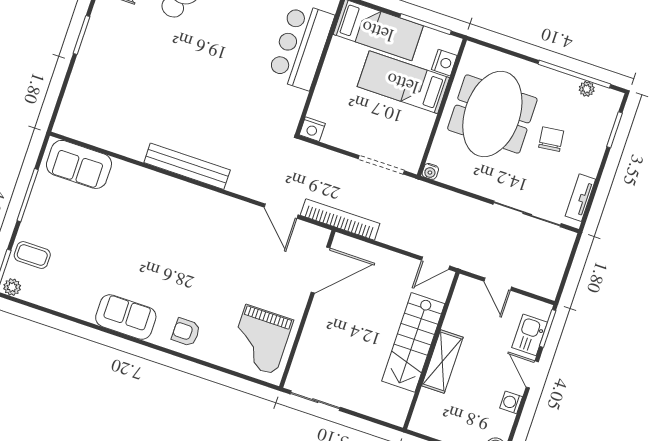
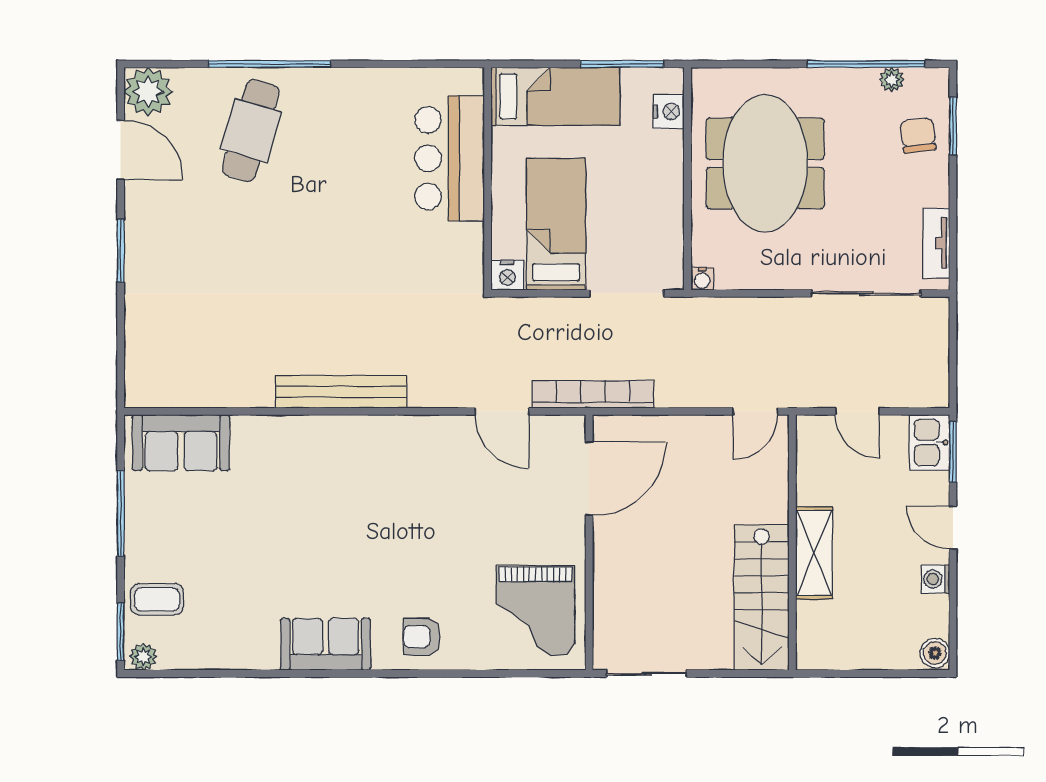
bed: (403, 82) -> (556, 224), moved, turned 90
chair: (551, 139) -> (918, 136), moved
kitchen sink: (530, 335) -> (930, 442), moved
stairs: (413, 342) -> (762, 598), moved

